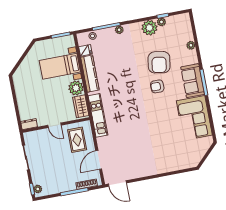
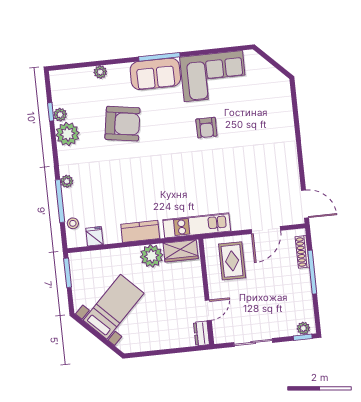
bed with nightstands: (60, 66) -> (114, 307), moved, turned -135
kitchen counter: (90, 74) -> (140, 231), width x0.67
armchair: (157, 86) -> (206, 128), moved
door: (54, 125) -> (208, 310), moved
rug: (77, 140) -> (232, 261), turned 90
door: (99, 160) -> (266, 230), hinge flipped
door: (117, 183) -> (305, 204), hinge flipped

